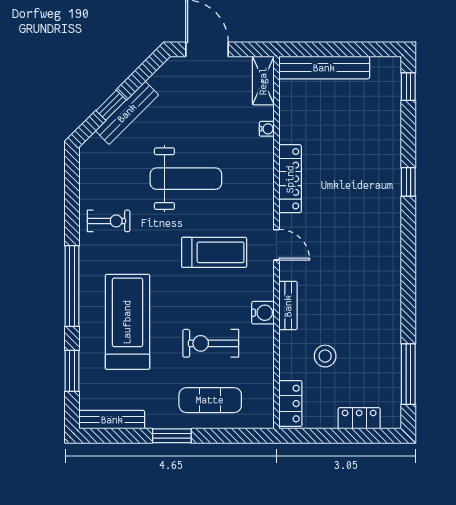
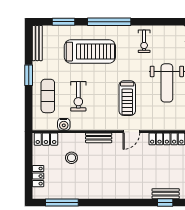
bench: (392, 181) -> (166, 194), added
water cooler: (263, 313) -> (64, 124), moved
exercise bike: (211, 343) -> (78, 96), turned 180

